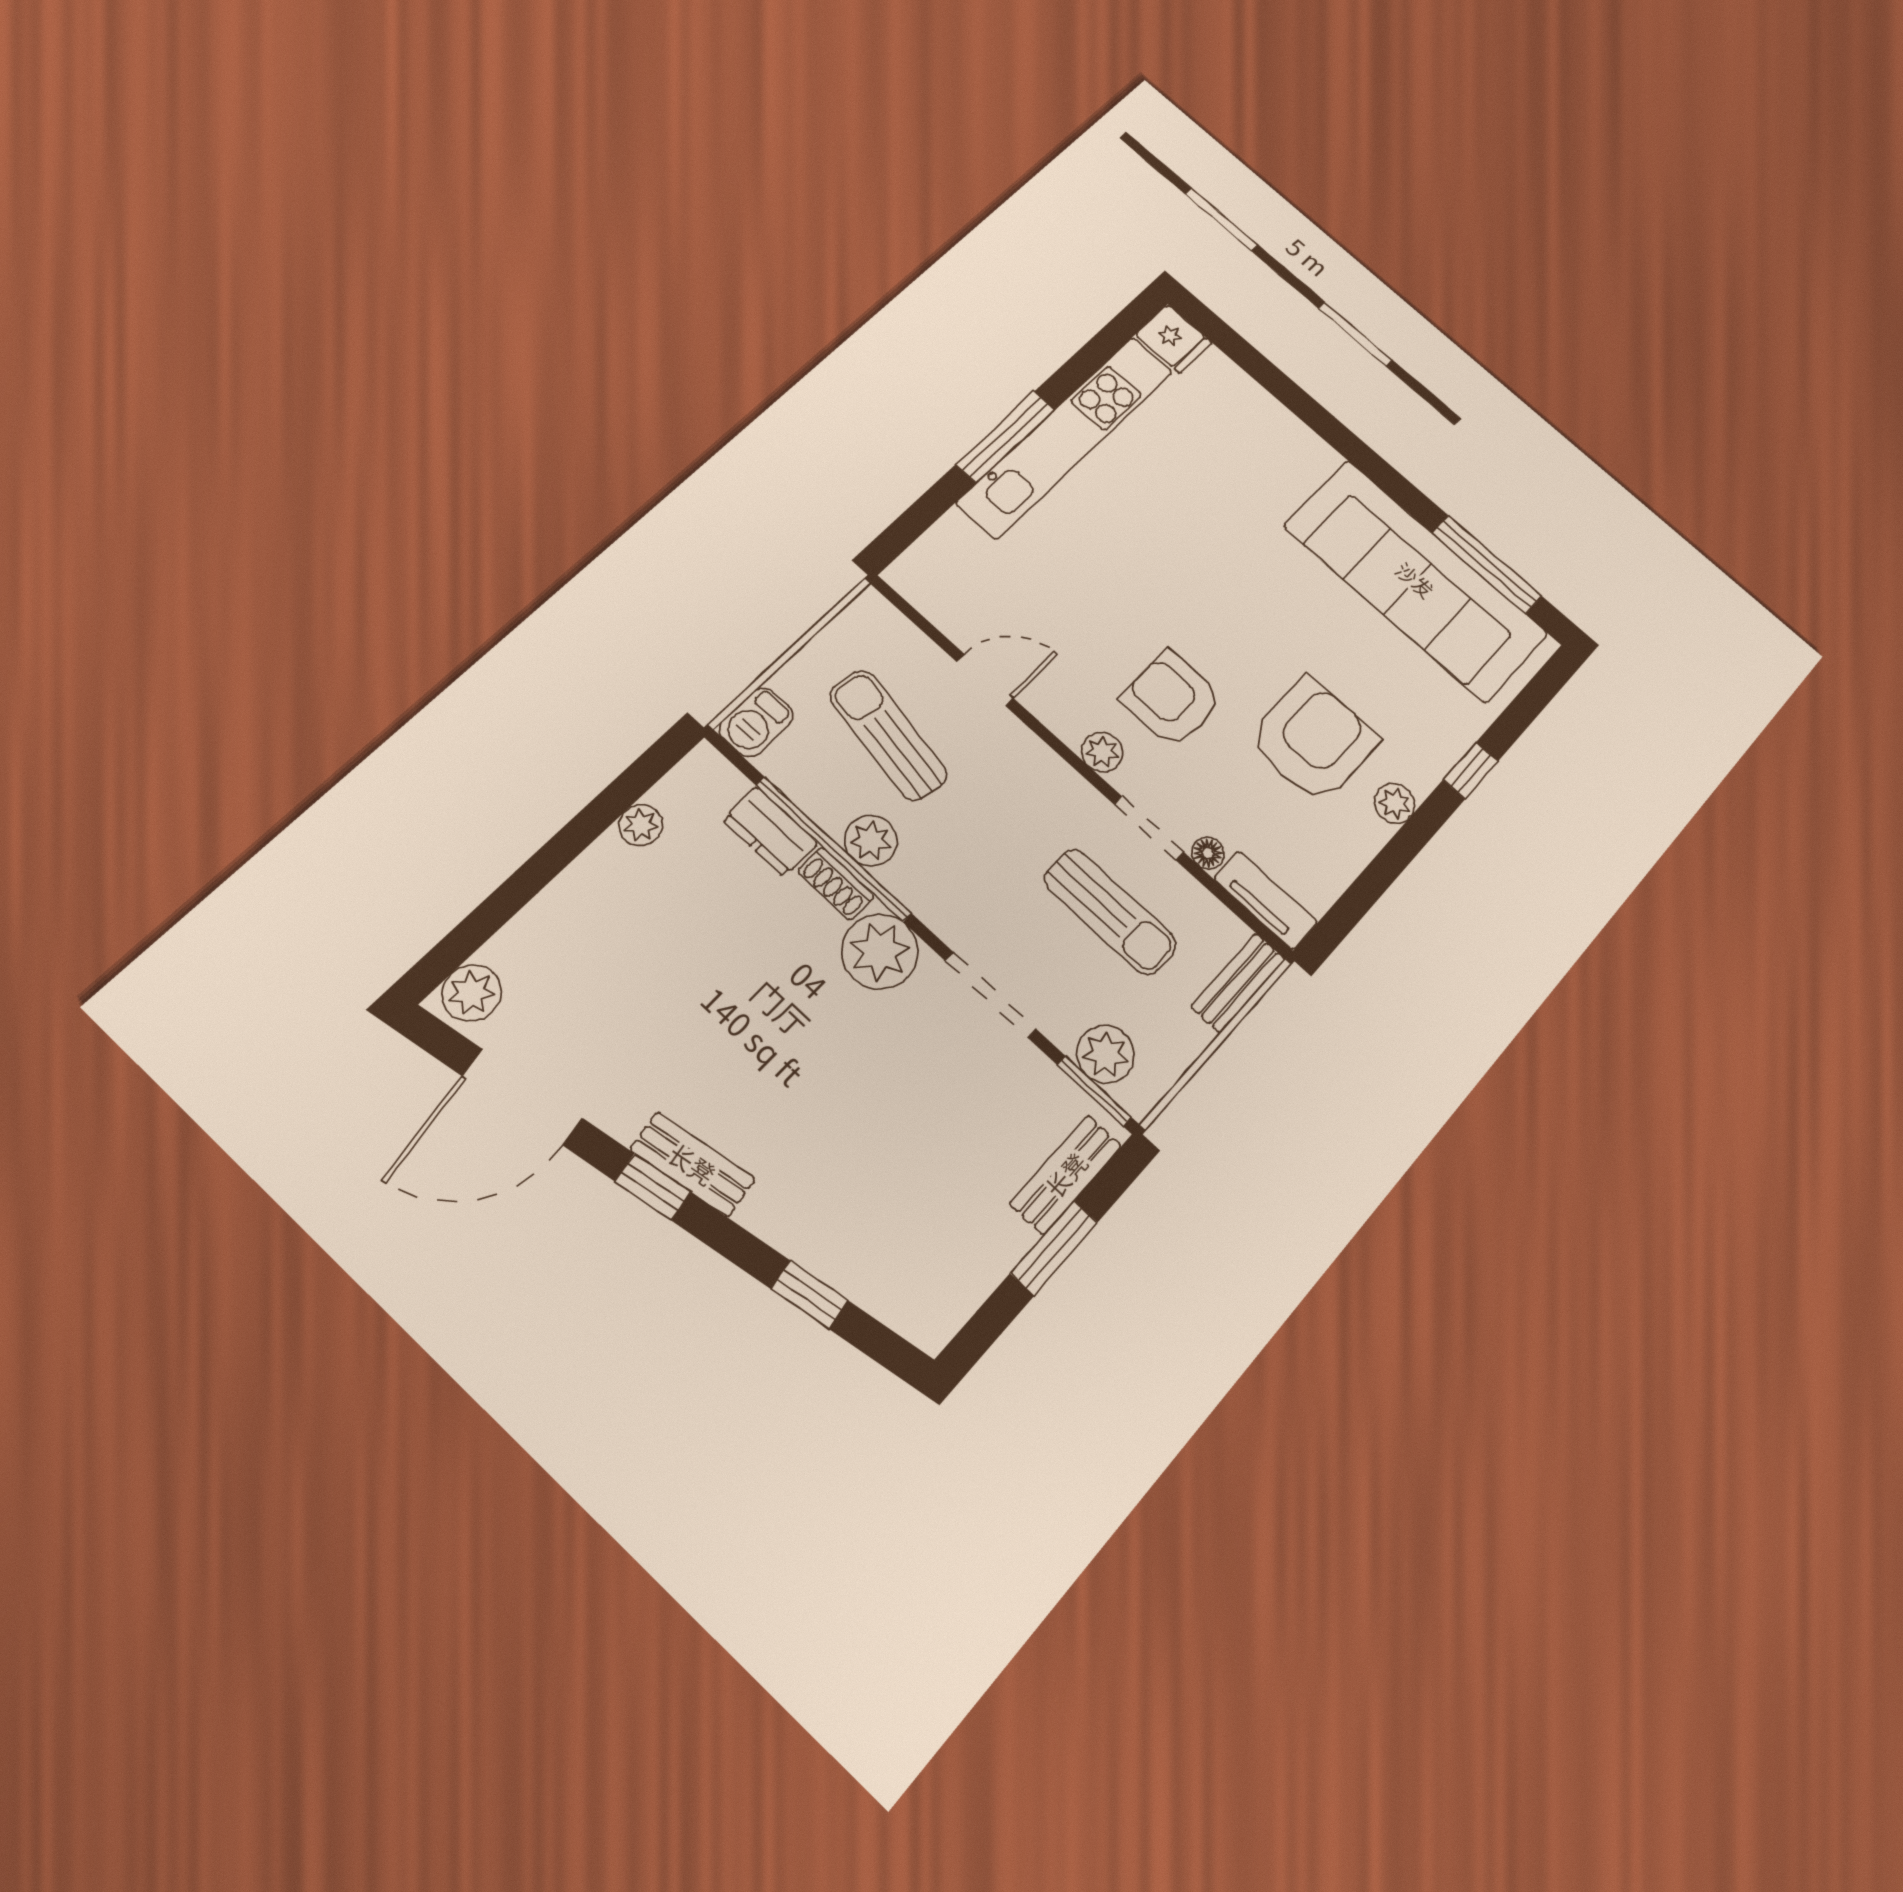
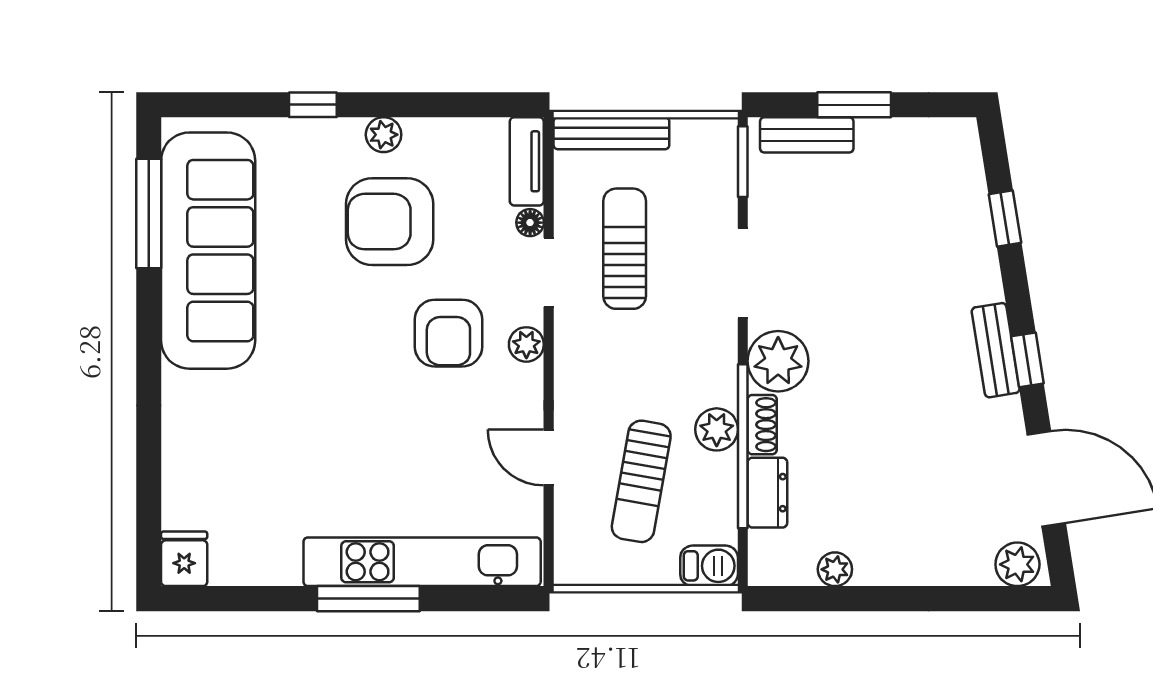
kitchen unit: (1066, 436) -> (422, 562), moved
bench: (1238, 983) -> (611, 133), width x1.36
plant: (1106, 1054) -> (715, 174), removed

